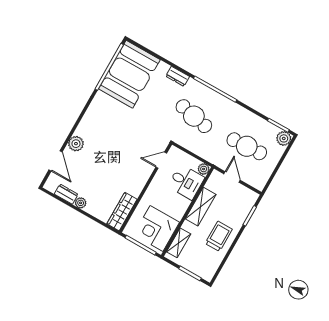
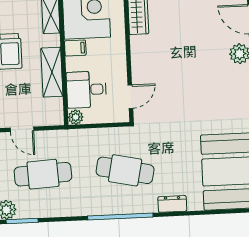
door: (232, 177) -> (22, 129), moved
filing cabinet: (176, 212) -> (75, 48), added

